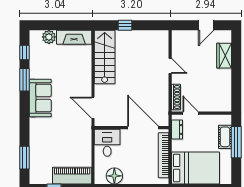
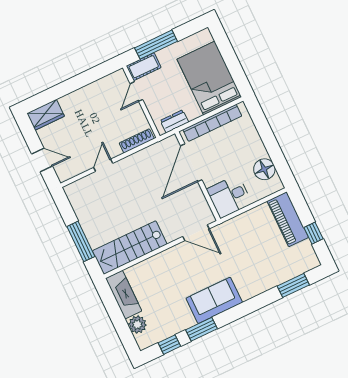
window: (125, 25) -> (81, 241), width x2.17
door: (206, 25) -> (42, 160), moved
wardrobe: (224, 56) -> (46, 115), moved
door: (93, 108) -> (196, 233), hinge flipped
door: (190, 113) -> (136, 92), moved
cot: (225, 137) -> (144, 67), moved

